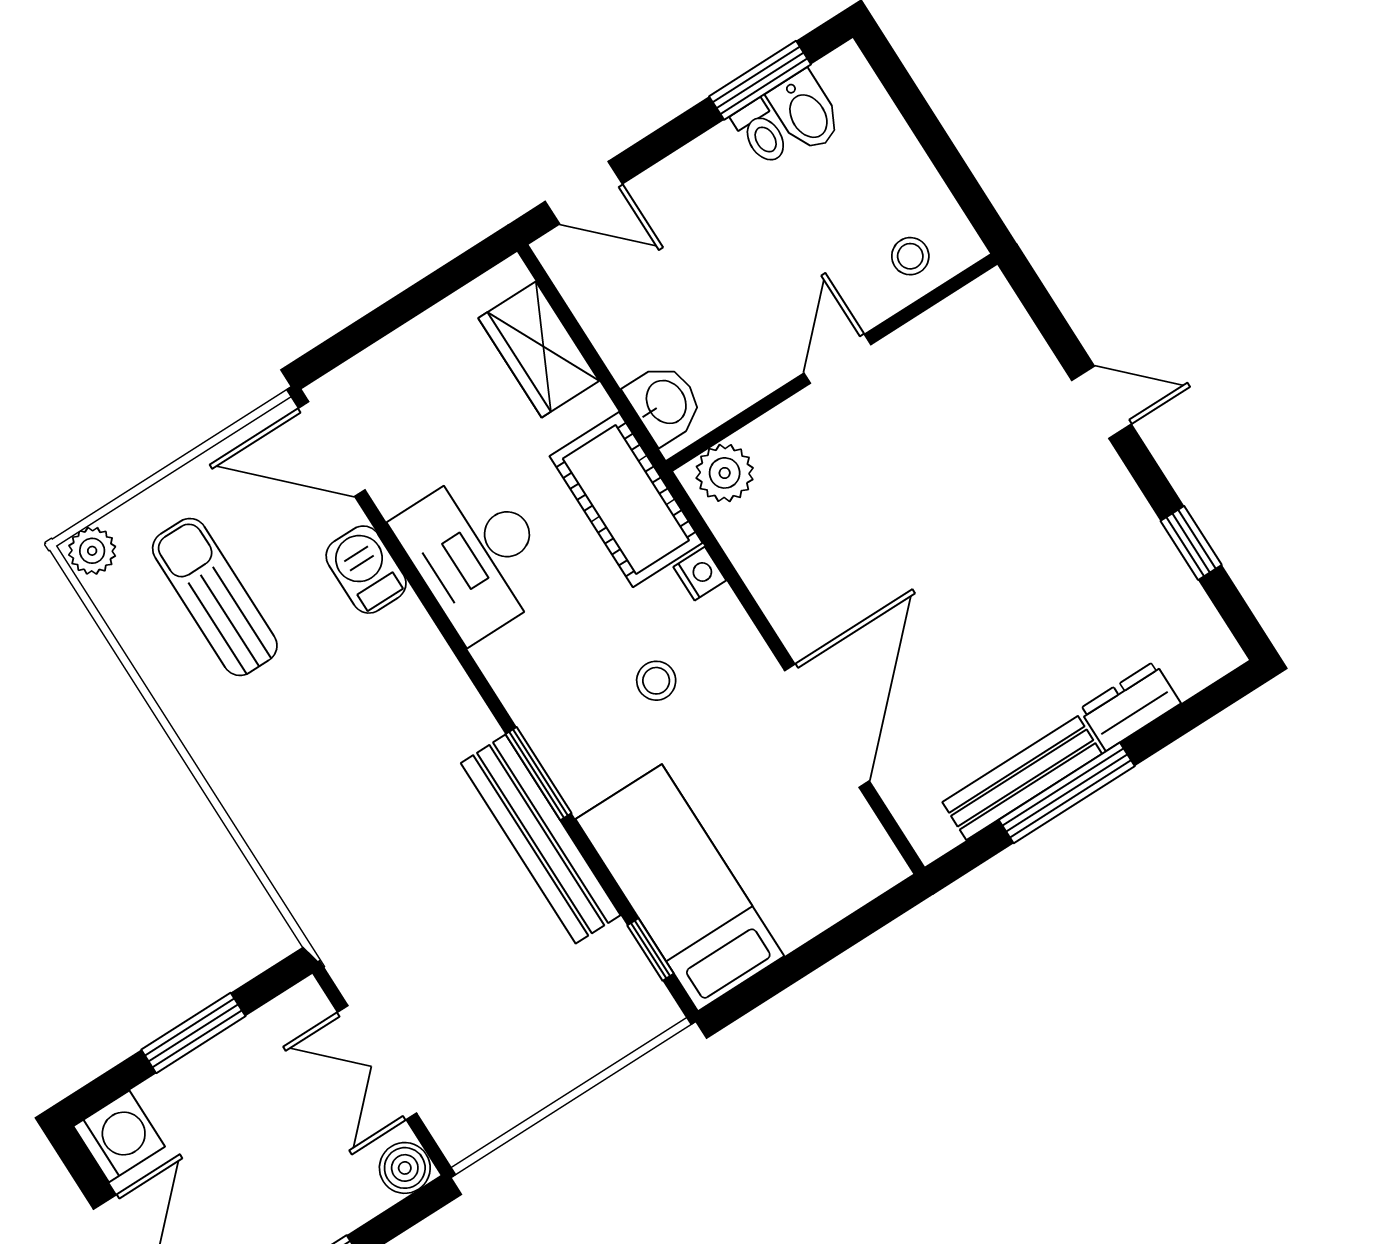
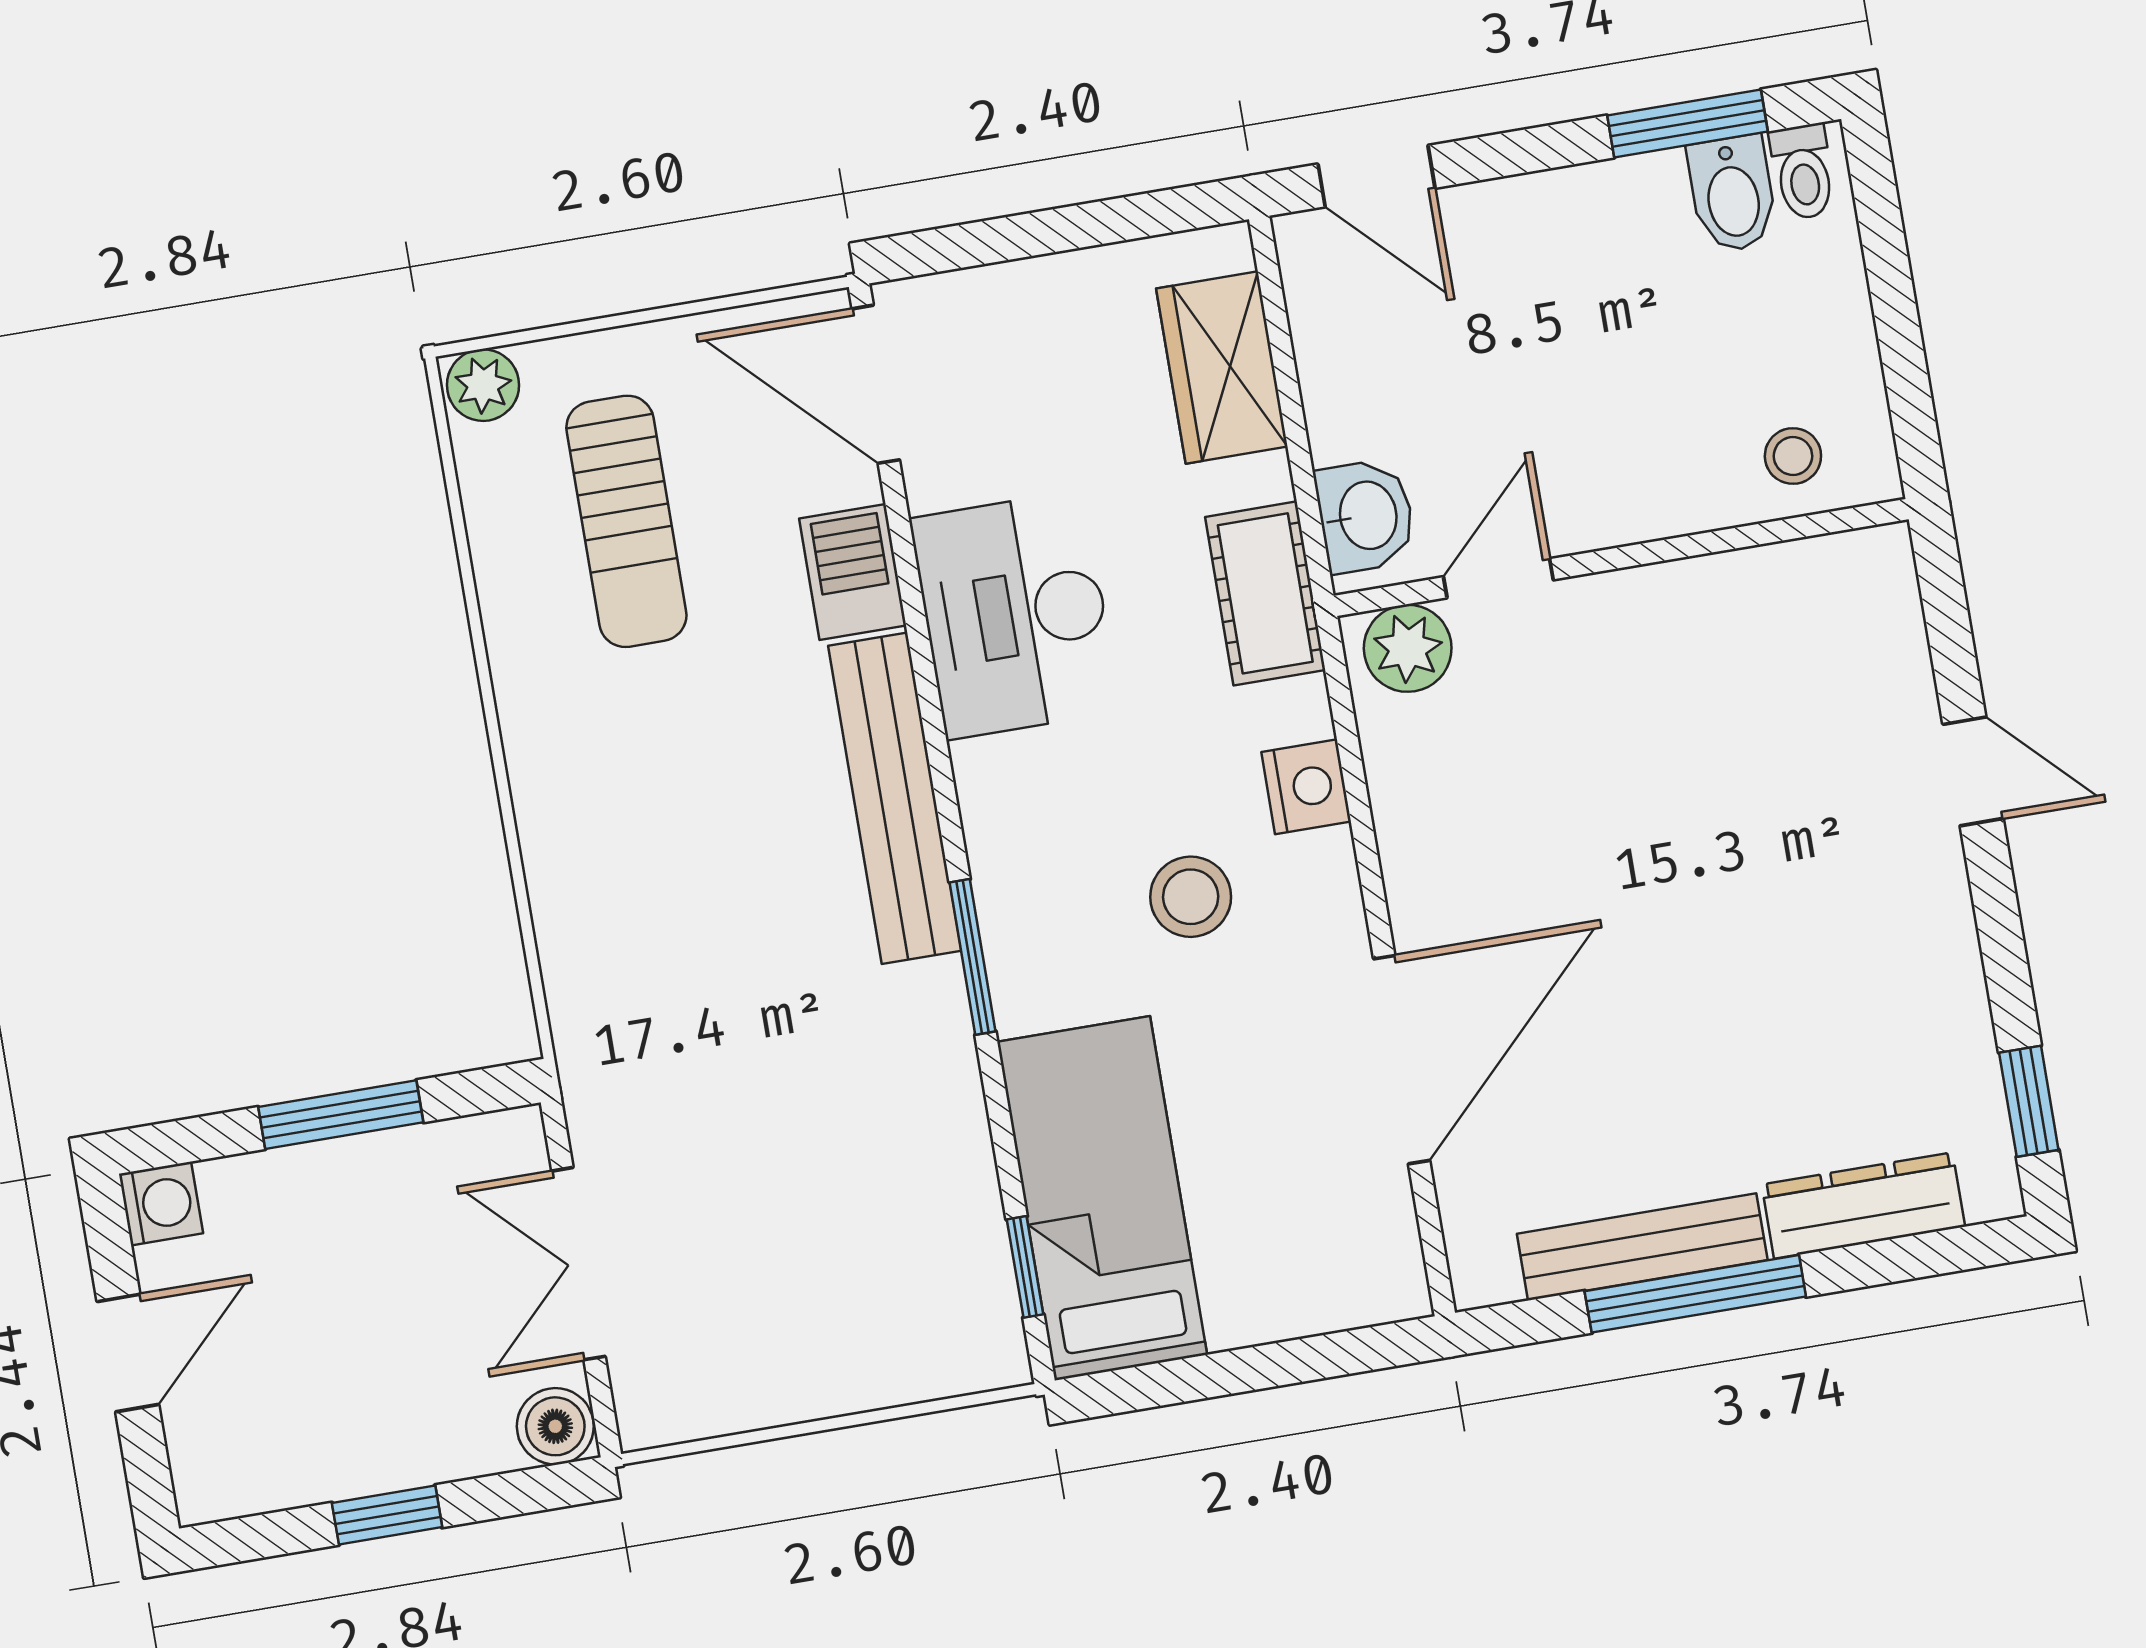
toilet: (761, 132) -> (1803, 172), moved
door: (837, 359) -> (1498, 578), moved
cot: (626, 500) -> (1265, 593), width x0.73, depth x0.75
window: (1191, 543) -> (2029, 1101), moved
nightstand: (700, 574) -> (1306, 787), width x1.39, depth x1.35
sun lounger: (215, 597) -> (626, 521), turned 180
stool: (656, 681) -> (1191, 897), width x1.37, depth x1.37
dresser: (1130, 706) -> (1863, 1206), width x1.44
bench: (541, 839) -> (895, 798), moved
washing machine: (119, 1136) -> (161, 1203), width x0.73, depth x0.73

